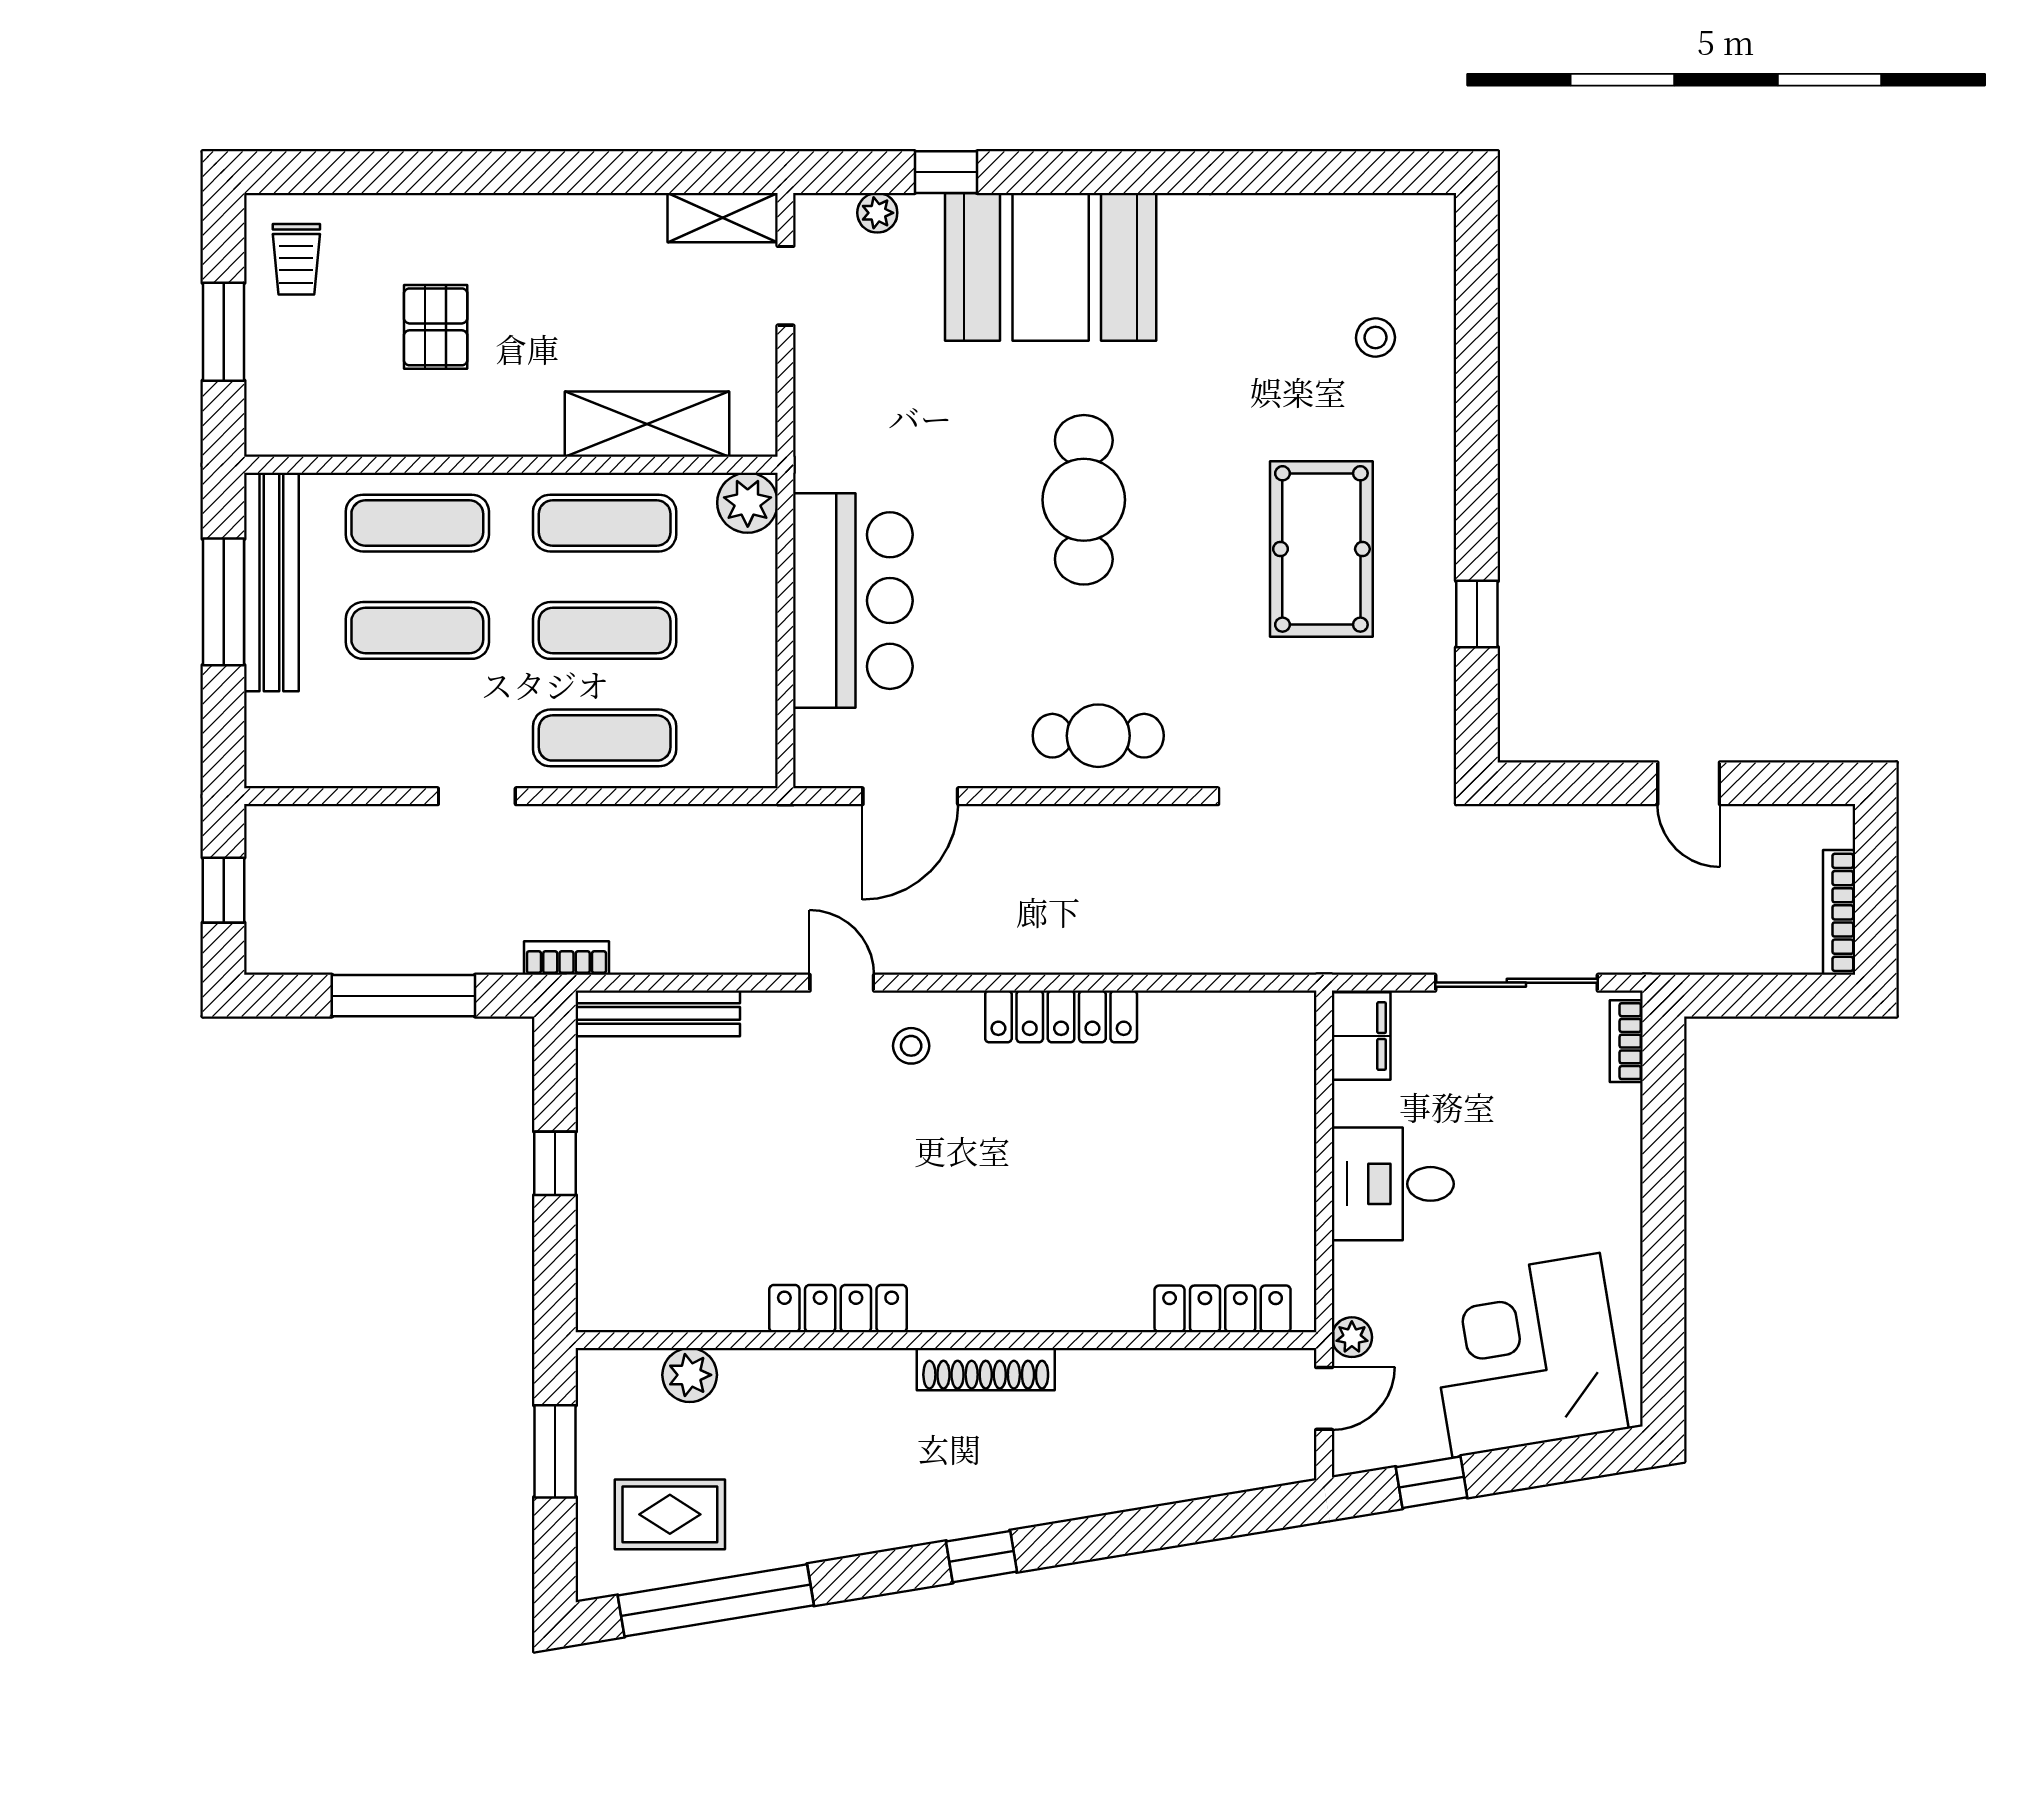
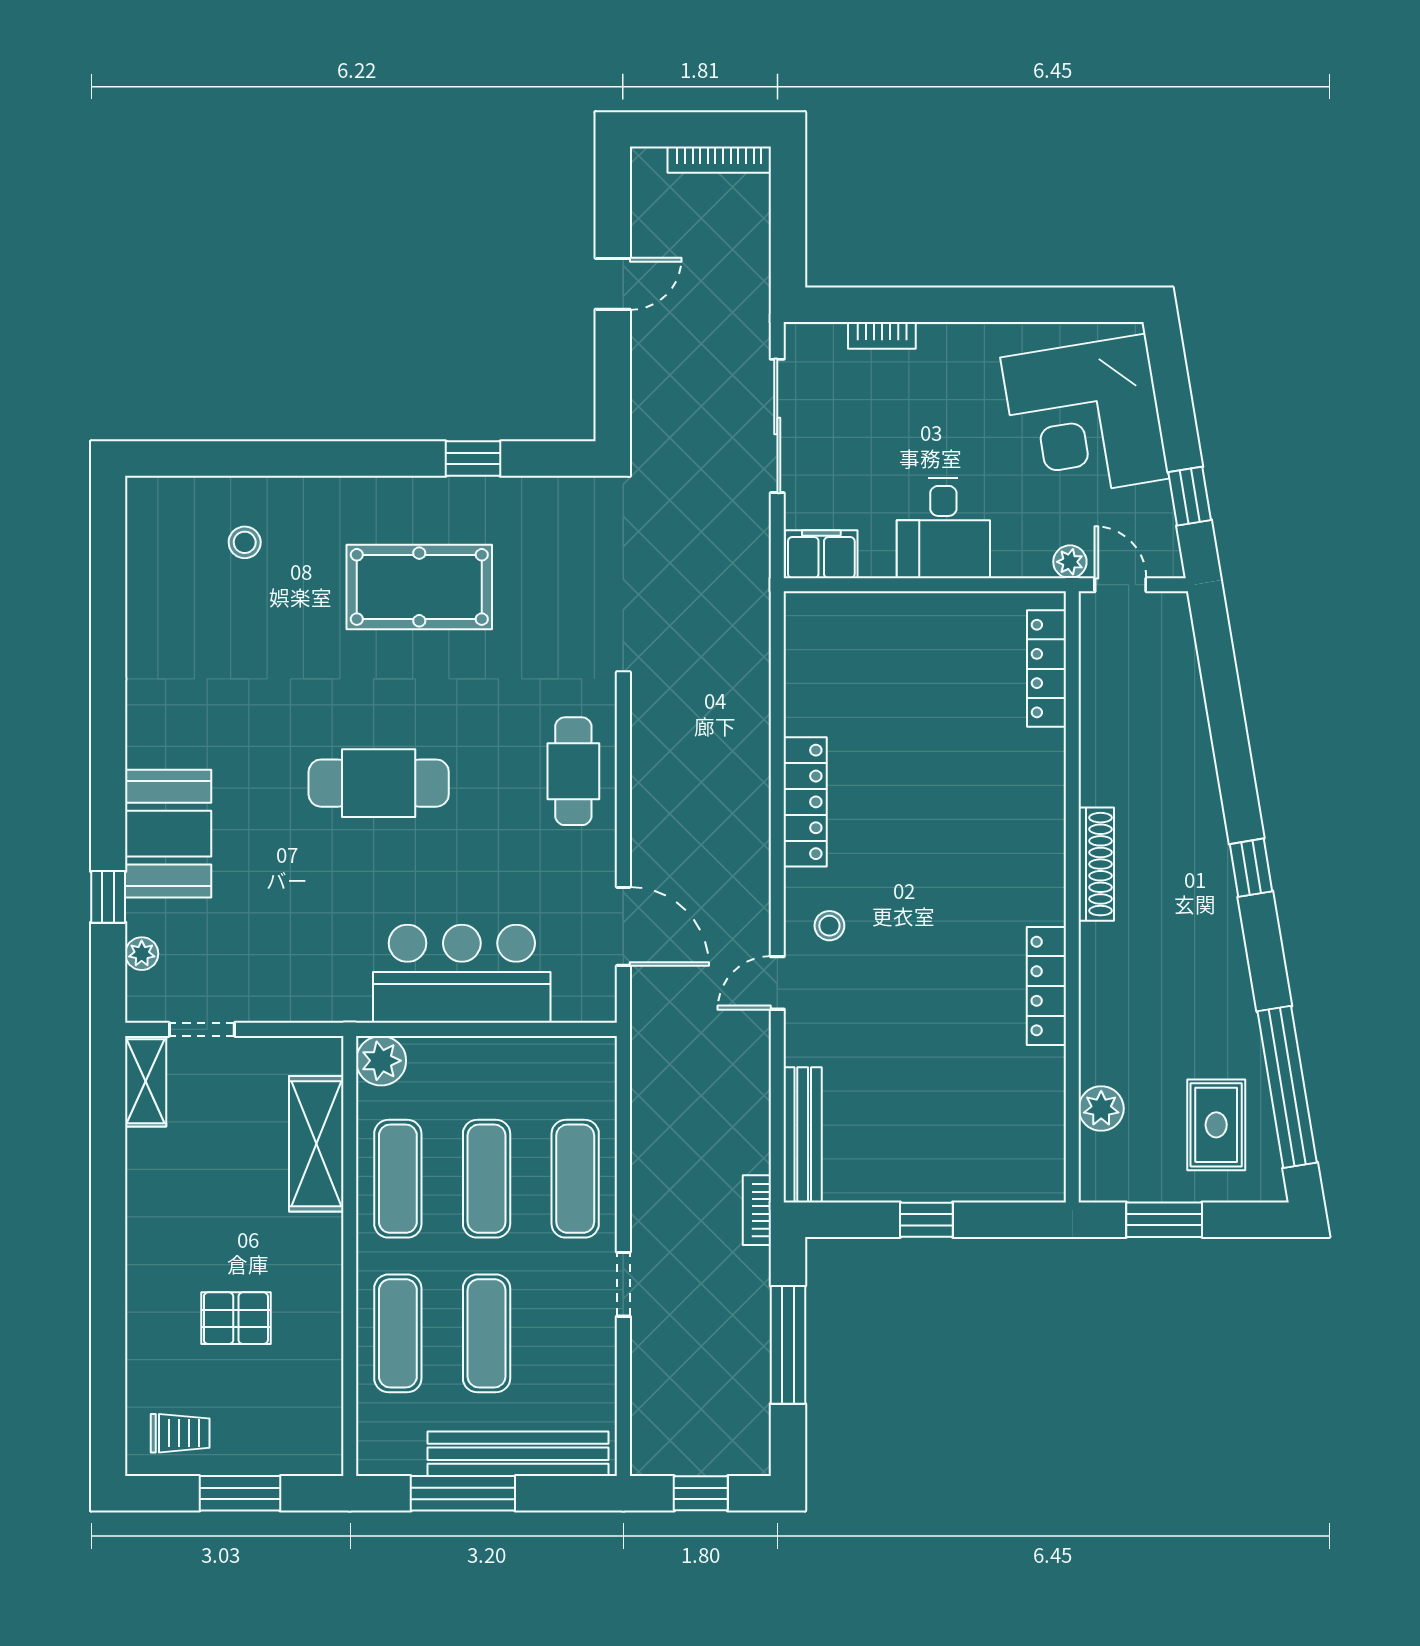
booth: (1051, 267) -> (168, 834), width x0.73, depth x0.70
bench: (271, 582) -> (518, 1454), moved
bookcase: (1626, 1041) -> (882, 335), moved

